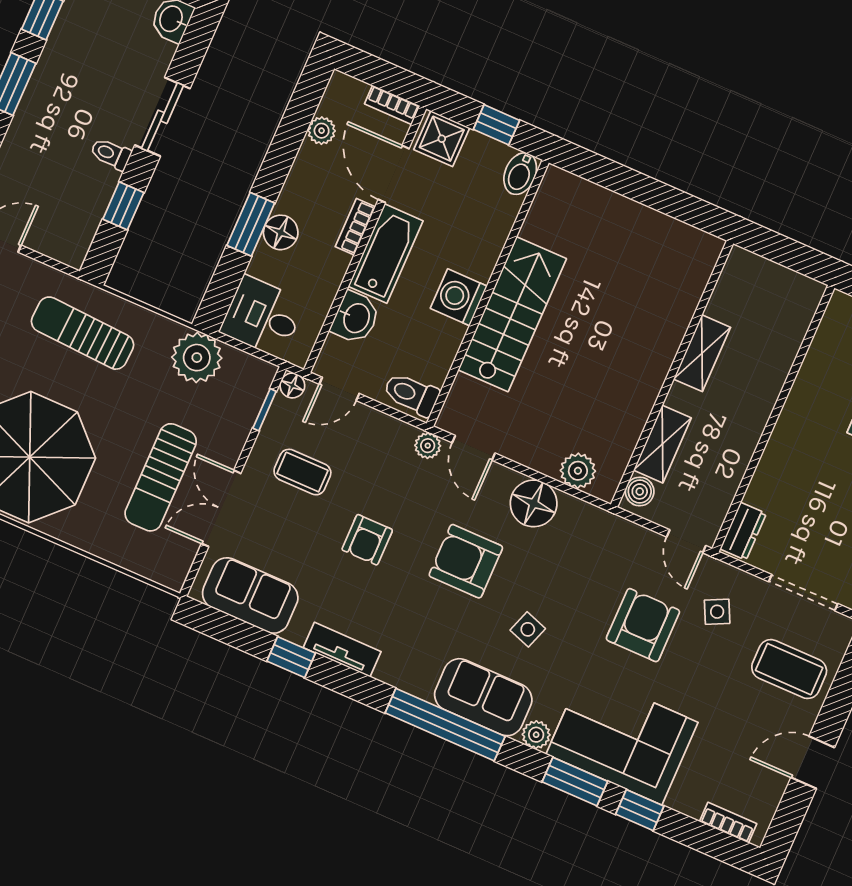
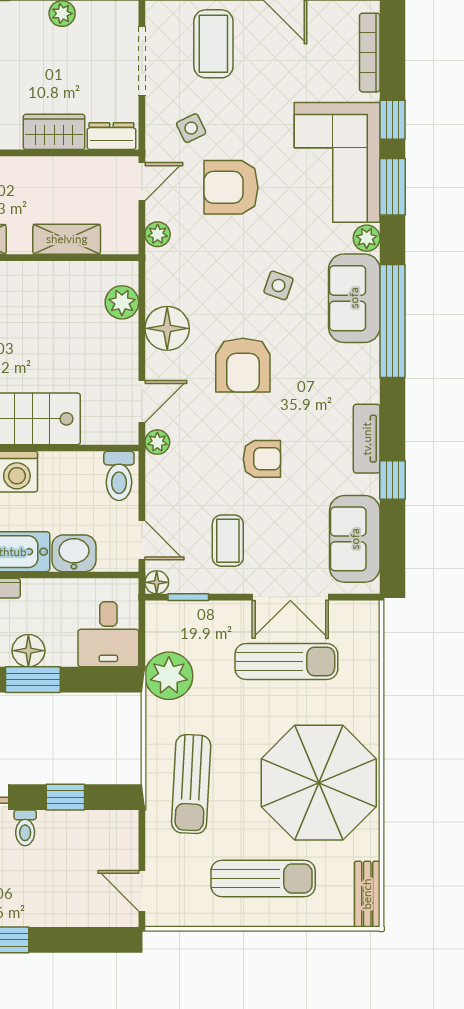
wardrobe: (772, 477) -> (54, 132), added
boiler: (640, 491) -> (116, 241), removed
plant: (629, 534) -> (158, 234), added
bookcase: (728, 823) -> (370, 53), width x1.56

